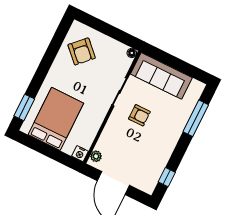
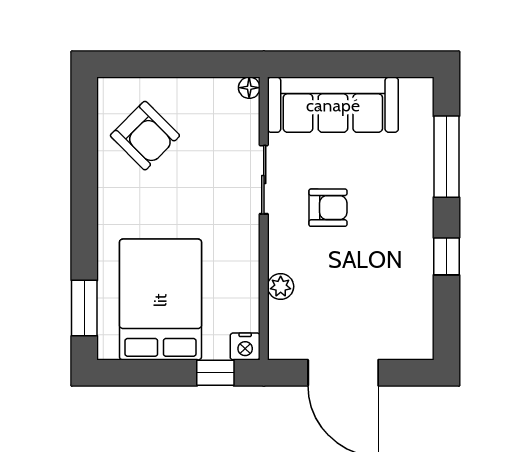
plant: (96, 156) -> (281, 286), moved
window: (63, 158) -> (215, 373), added
window: (167, 177) -> (446, 256), moved

